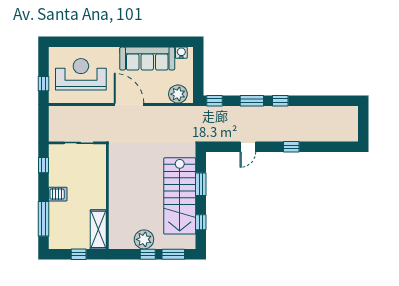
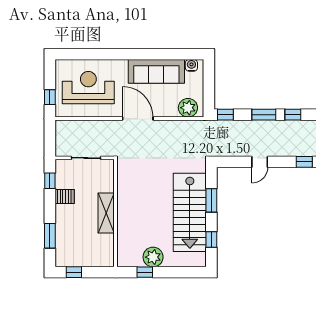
server rack: (58, 194) -> (65, 196), moved
window: (43, 219) -> (50, 236), width x0.69
shelving: (98, 229) -> (106, 213), moved
window: (79, 254) -> (74, 272), moved
window: (148, 254) -> (145, 272), moved
window: (173, 254) -> (183, 272), removed

